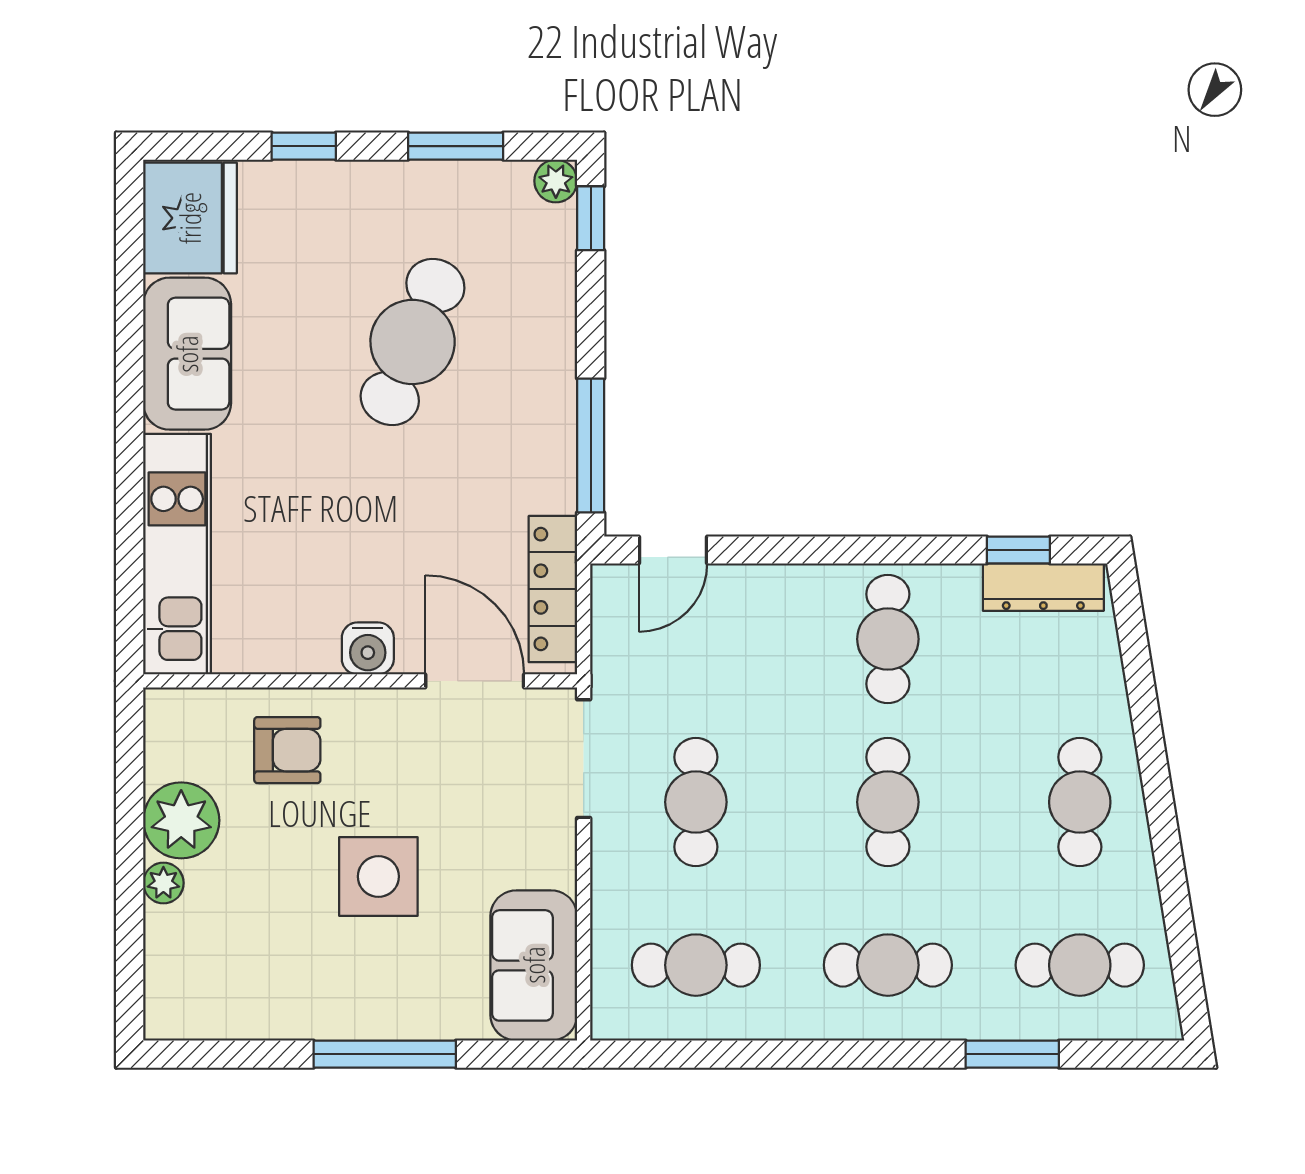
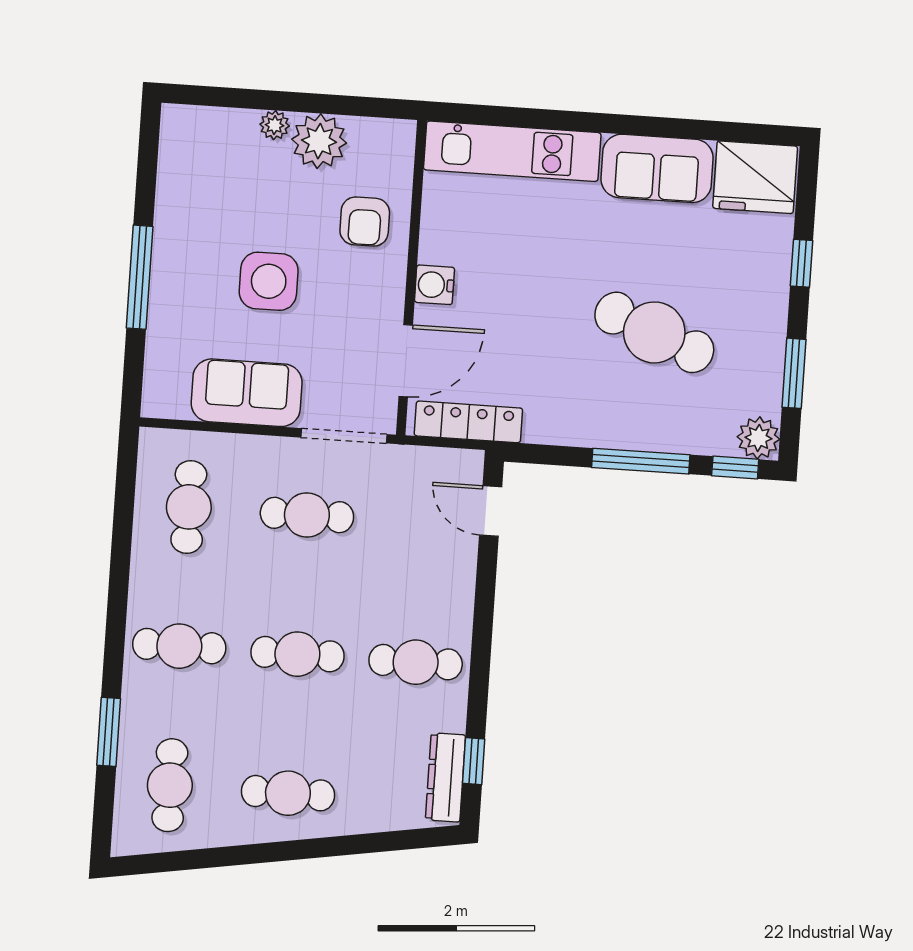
plant: (556, 181) -> (758, 438), width x1.38, depth x1.38
window: (591, 446) -> (641, 461), moved
sofa: (534, 965) -> (247, 393), moved
cafe table: (888, 965) -> (179, 646), turned 90

